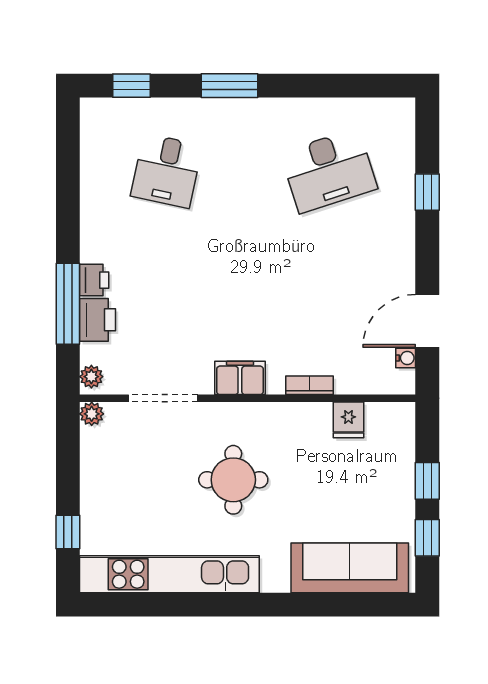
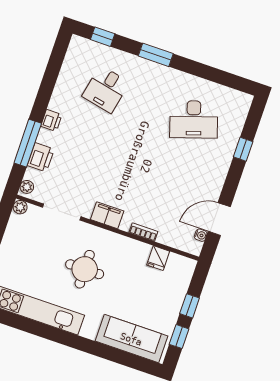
printer: (94, 280) -> (51, 120), moved

